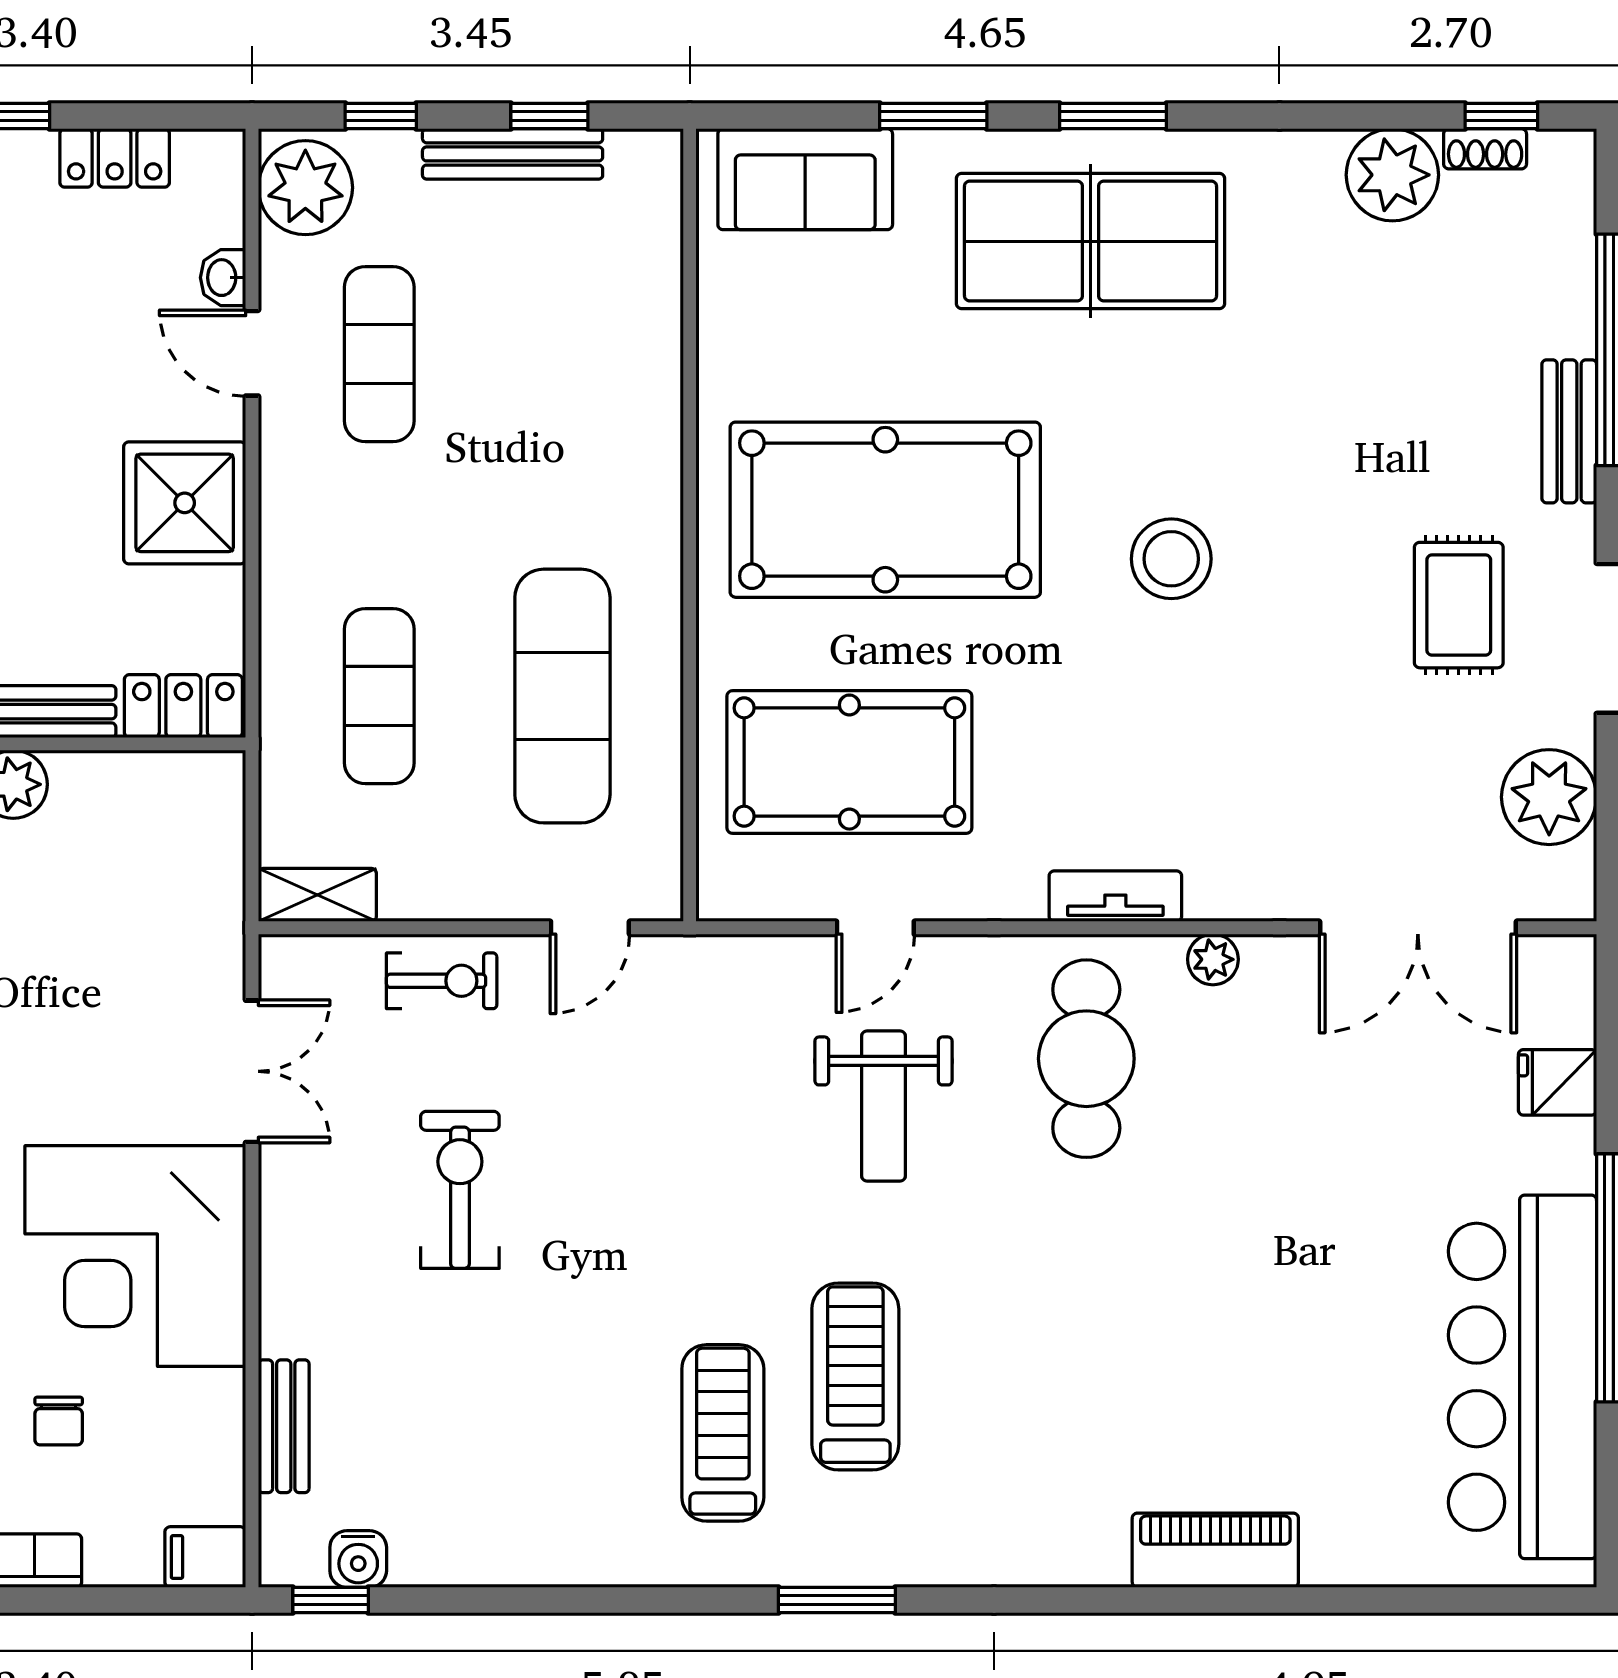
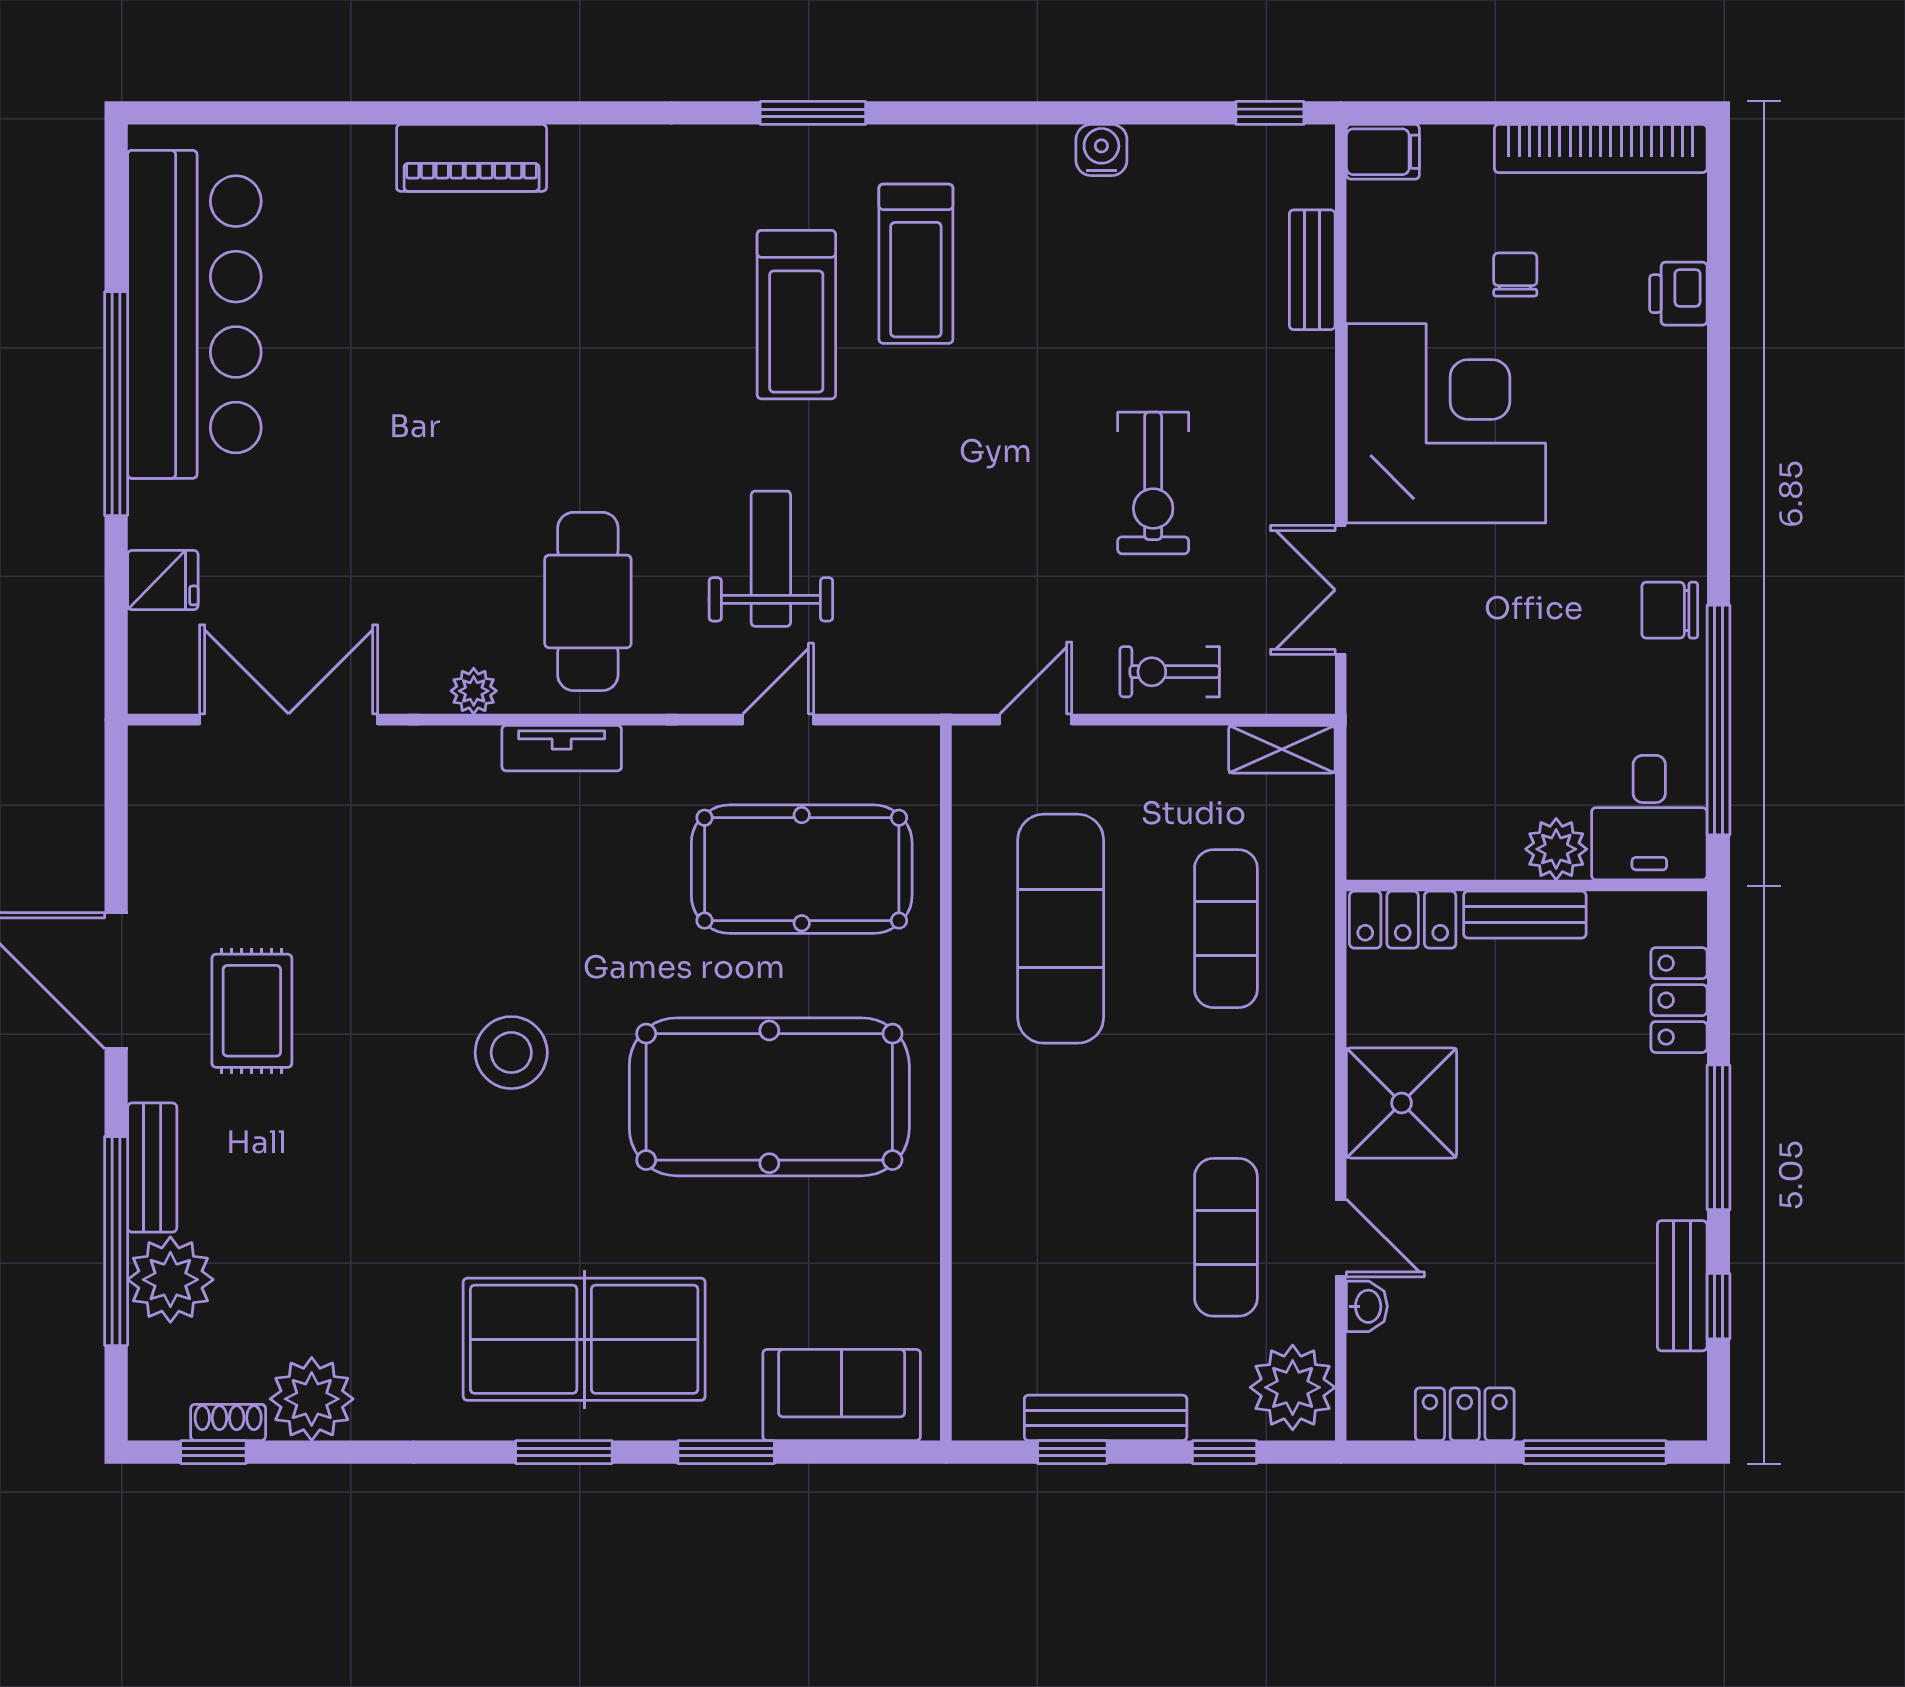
plant: (1549, 797) -> (170, 1280), moved
water cooler: (358, 1559) -> (1101, 150), moved

